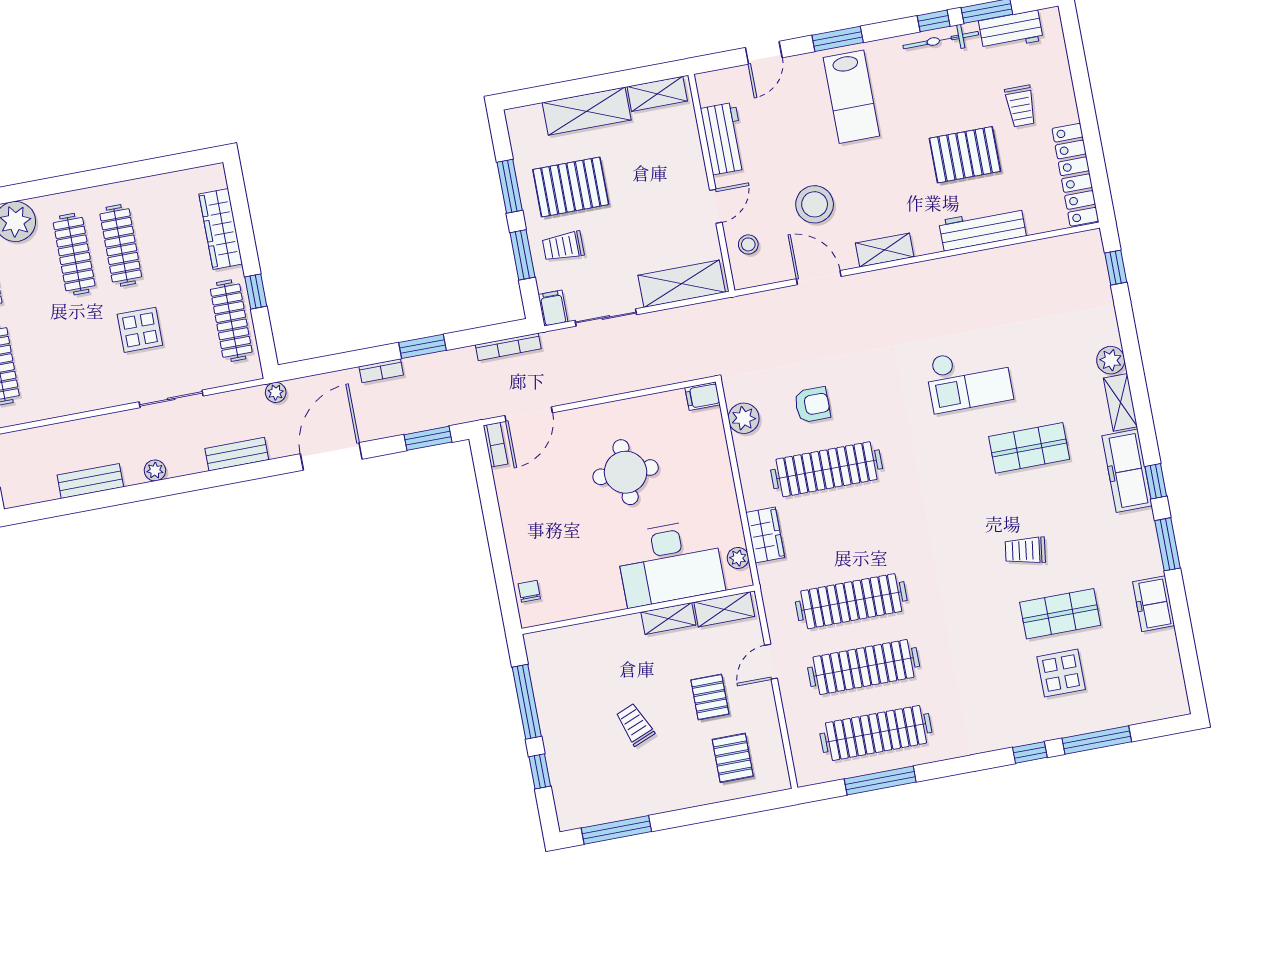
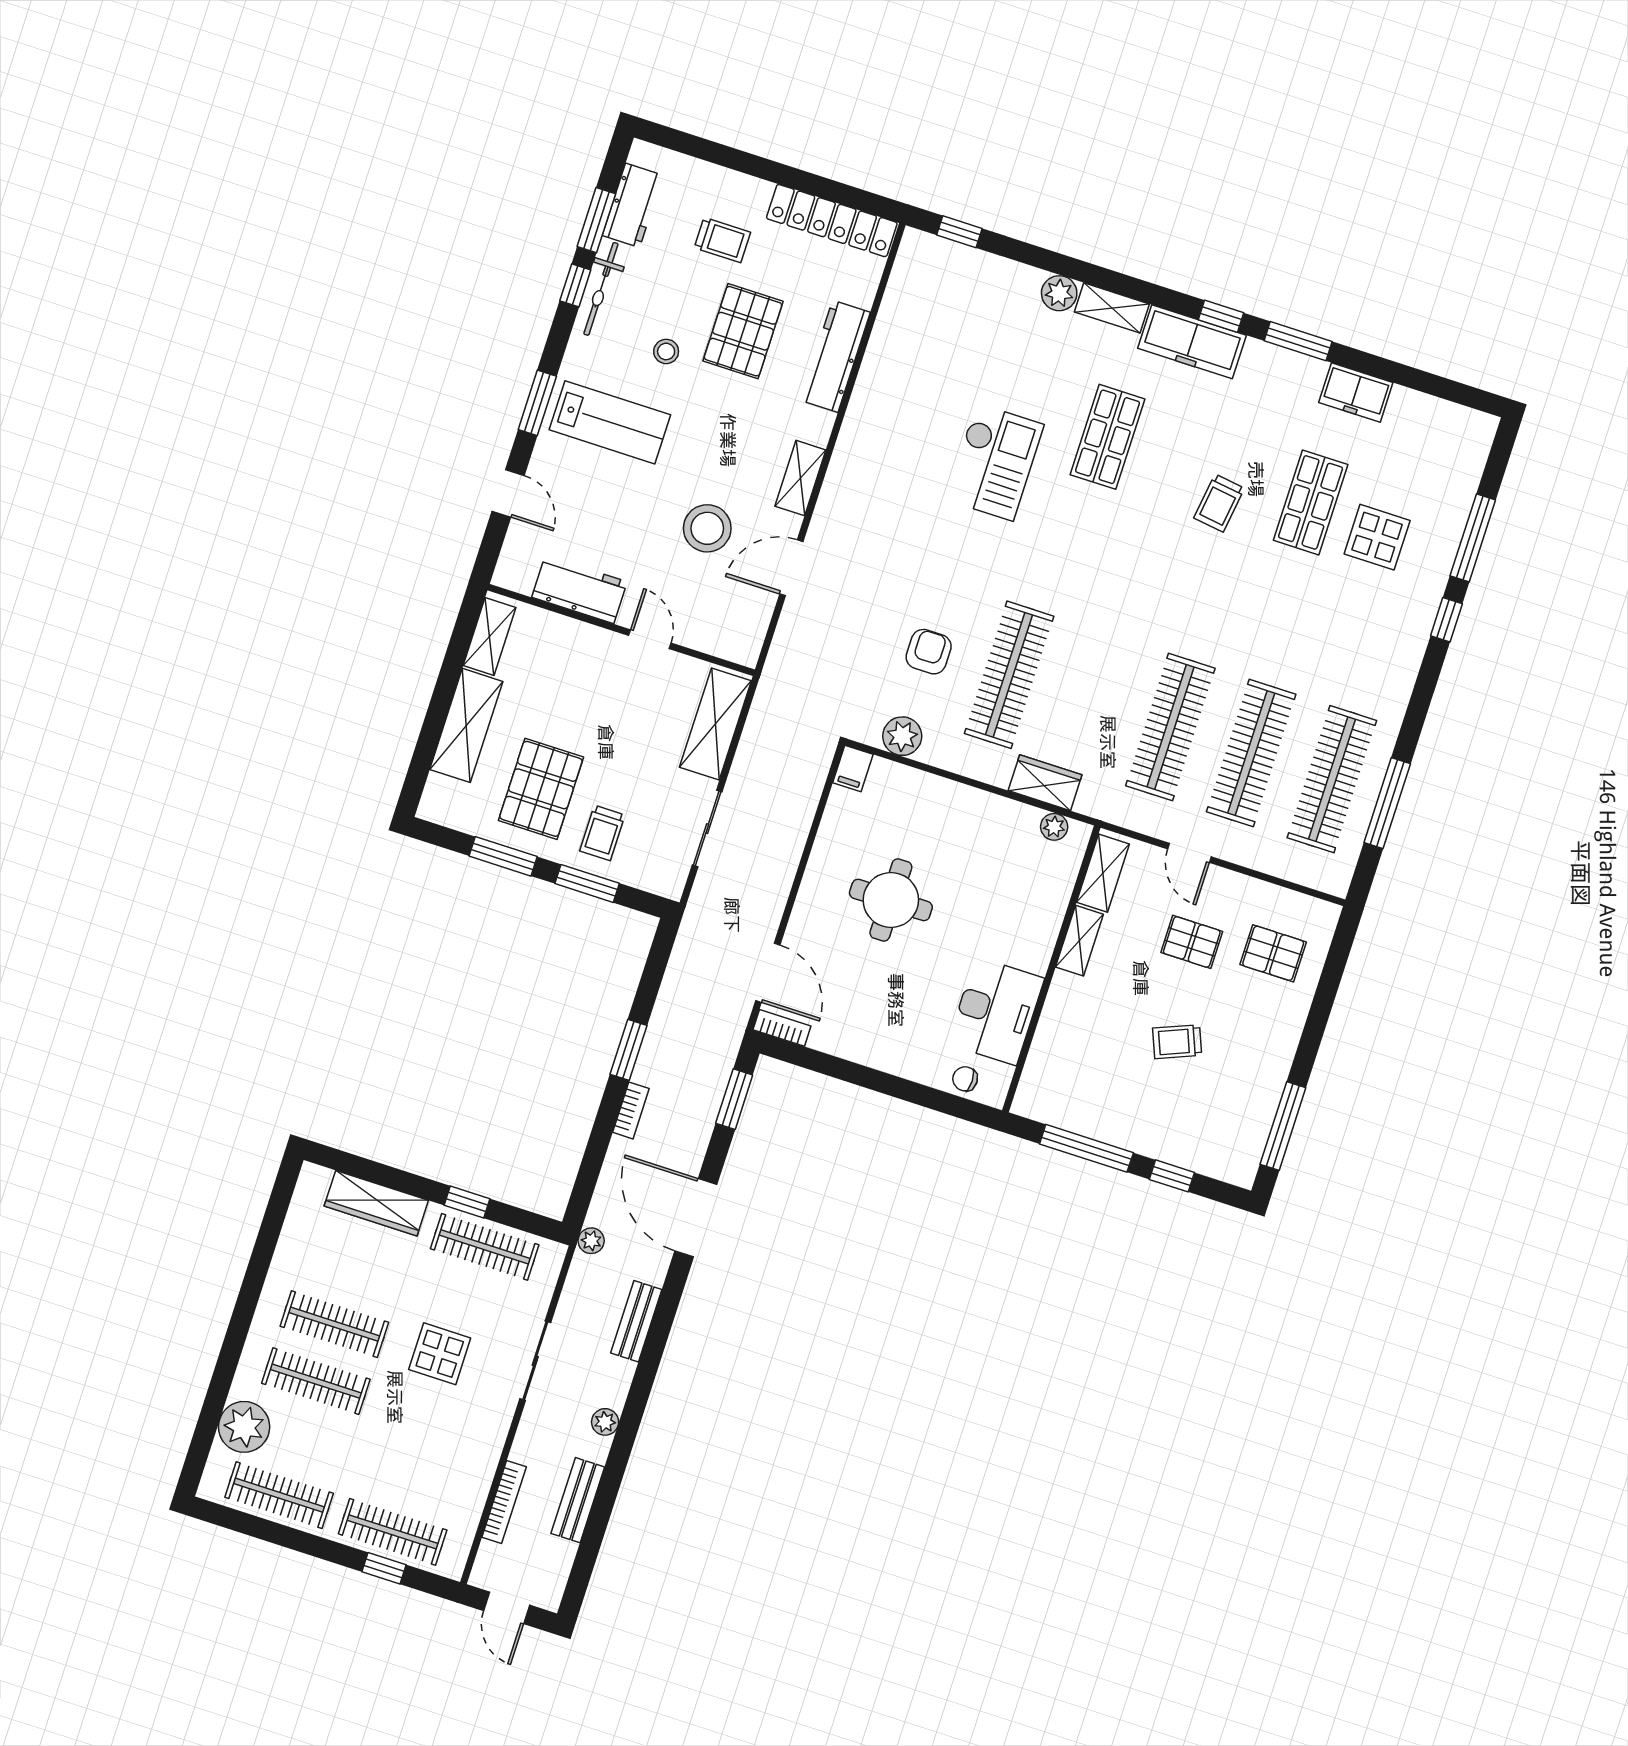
stool: (748, 244) -> (666, 351), moved
filing cabinet: (553, 308) -> (665, 882), removed
bookcase: (508, 347) -> (504, 1502), moved
desk: (670, 563) -> (996, 1011), moved, width x0.73, depth x0.77

